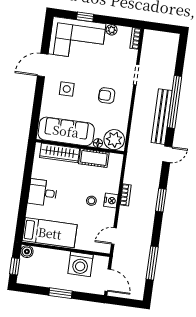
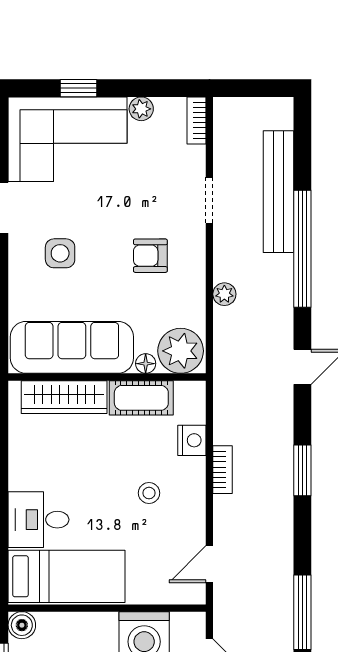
plant: (137, 117) -> (224, 294), added
bench: (162, 117) -> (278, 192), moved
desk: (43, 193) -> (39, 520), moved
nightstand: (111, 201) -> (192, 440), moved

